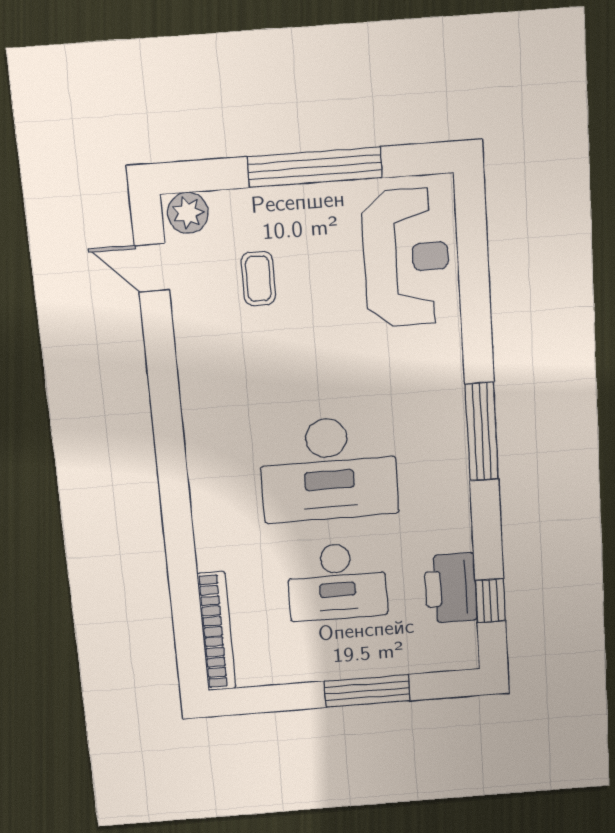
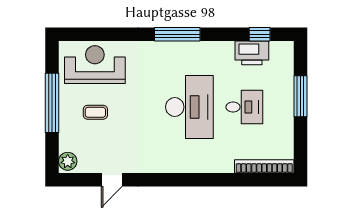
door: (152, 268) -> (112, 180), moved
coffee table: (258, 279) -> (95, 112), moved
desk: (337, 582) -> (244, 107), width x0.73

